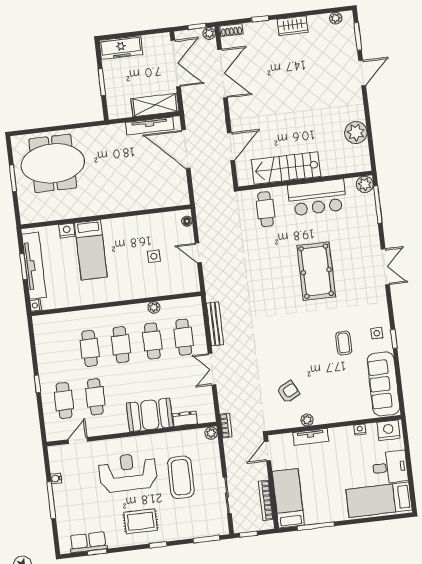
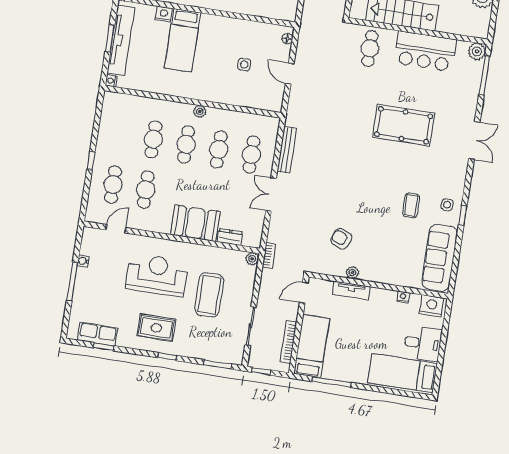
pool table: (316, 271) -> (403, 125), turned 90
plant: (154, 307) -> (200, 111), moved
armchair: (288, 392) -> (341, 239), turned -131

